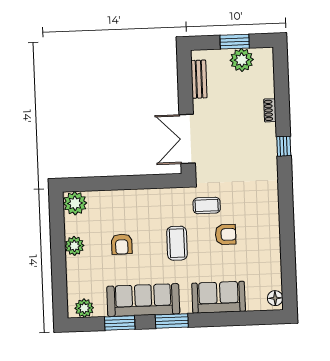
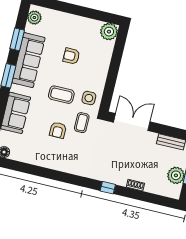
side table: (171, 205) -> (89, 98), added
plant: (74, 246) -> (80, 23), removed

